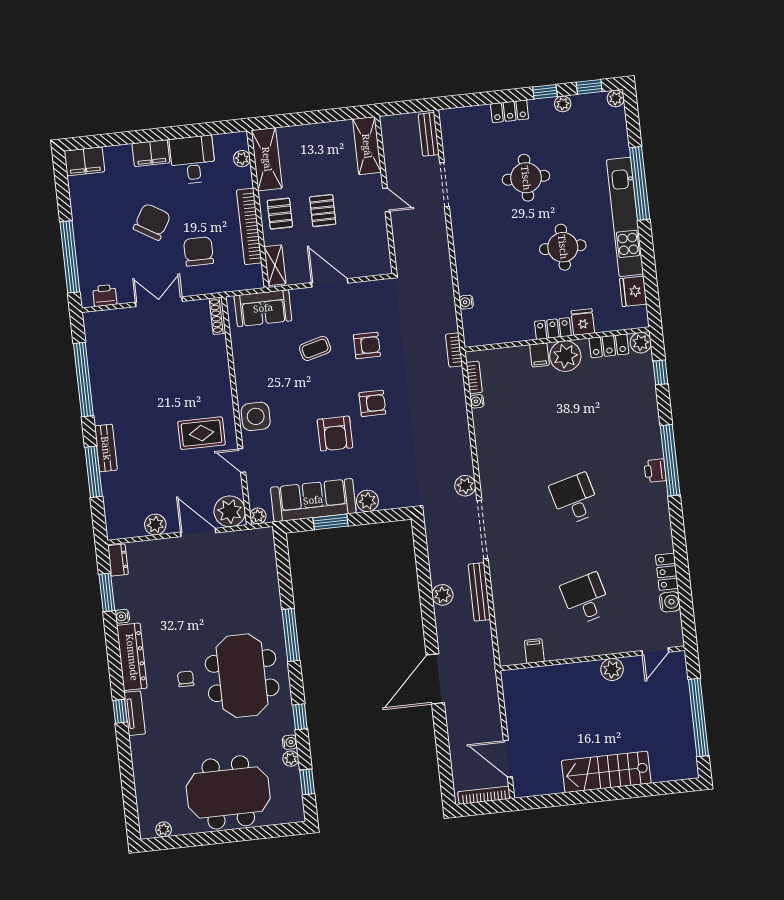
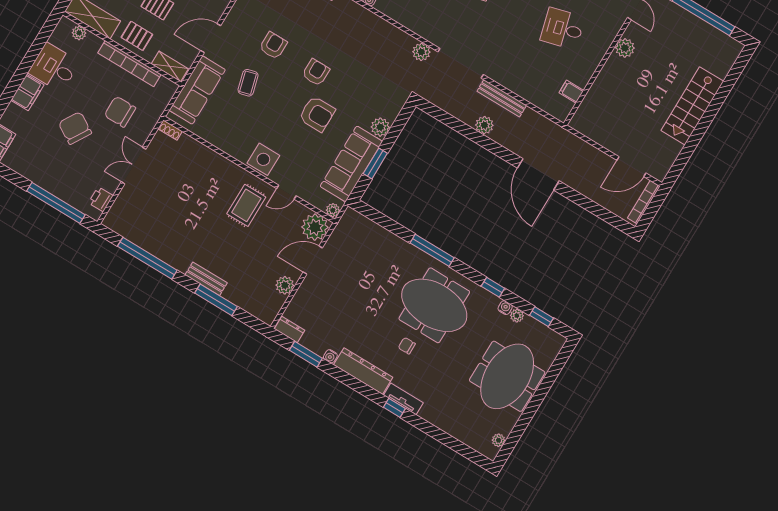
sofa: (263, 308) -> (197, 90), width x1.36
shoe rack: (217, 316) -> (170, 130), width x0.70

